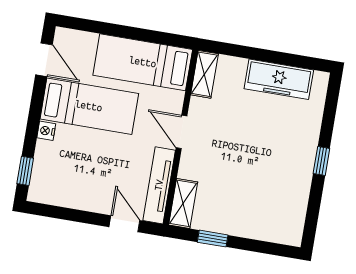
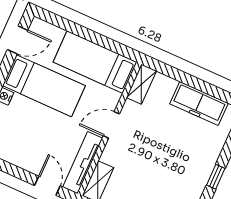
door: (44, 60) -> (18, 40), hinge flipped
door: (181, 132) -> (111, 125), hinge flipped

